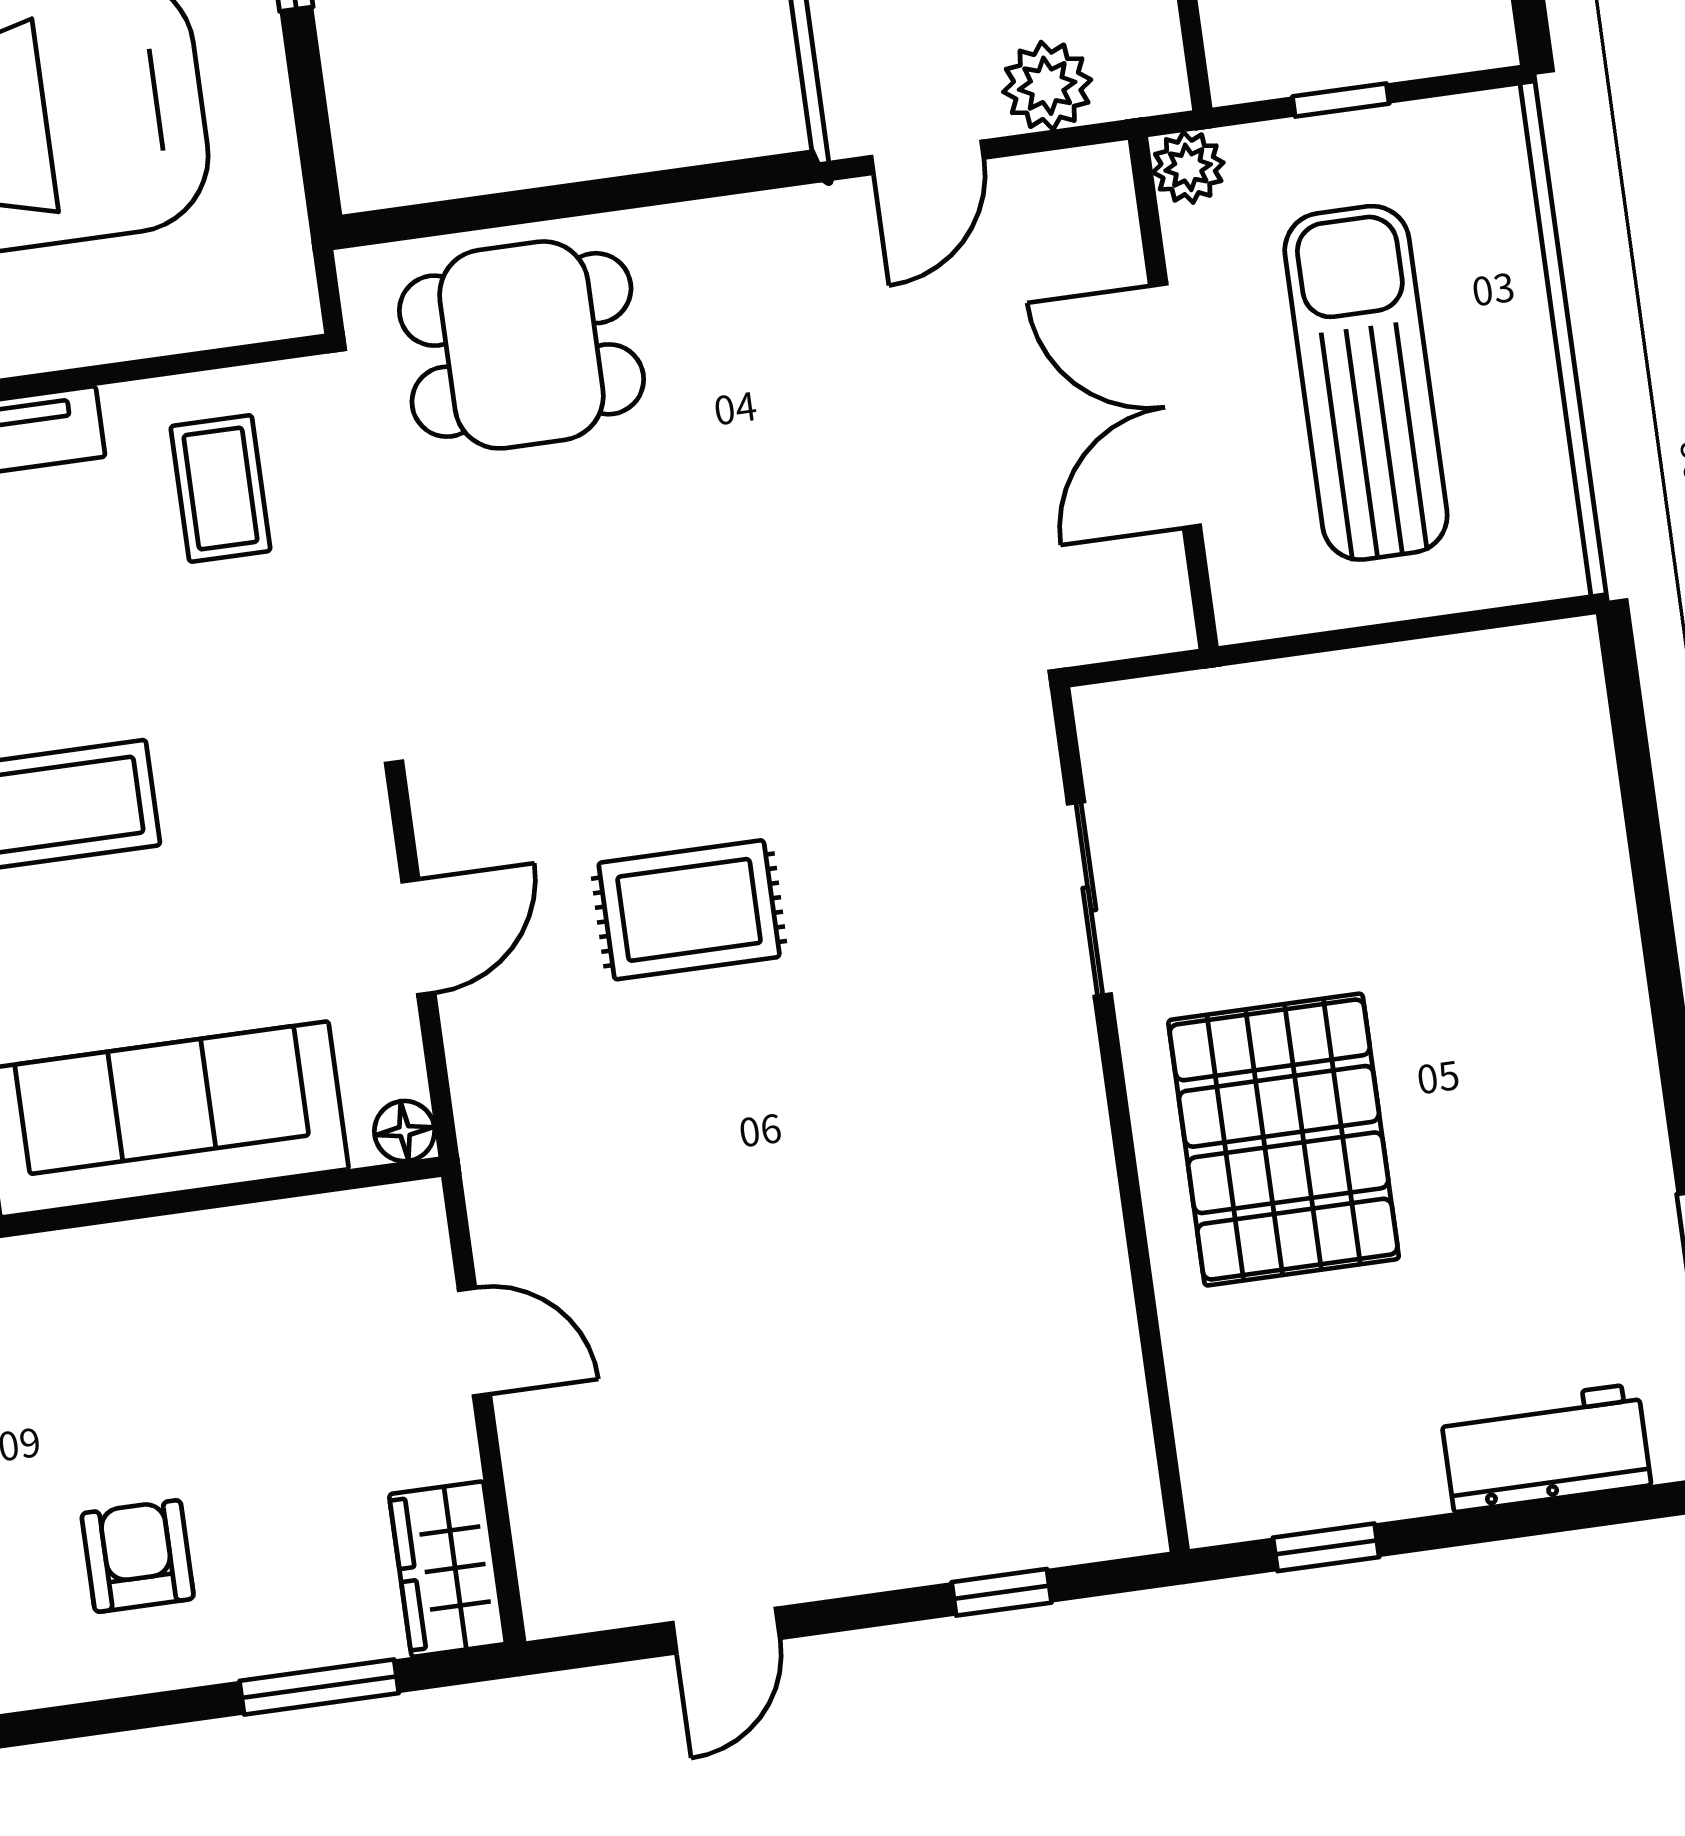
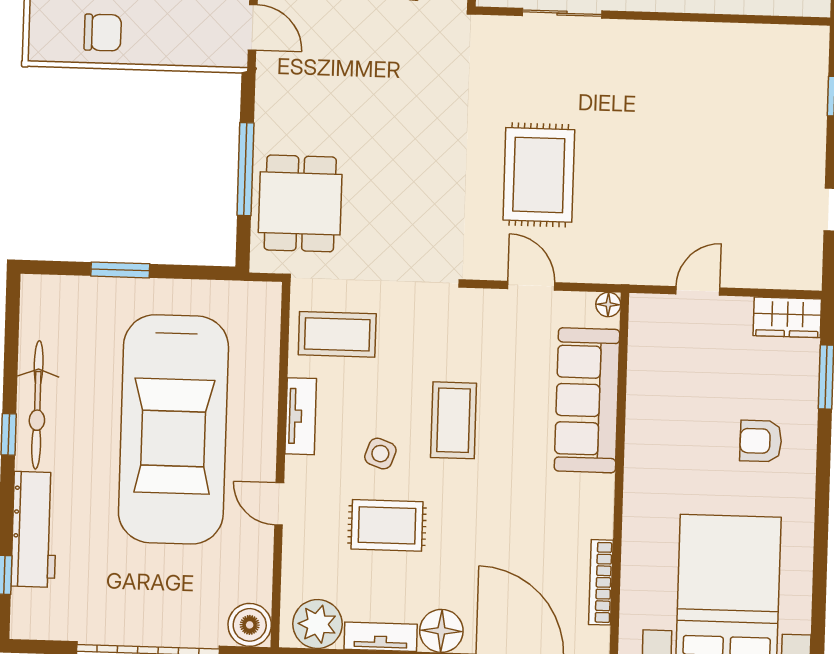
window: (582, 199) -> (245, 169), added
coffee table: (221, 488) -> (337, 334), width x1.36, depth x1.30
rug: (689, 910) -> (539, 175), width x1.36, depth x1.43

